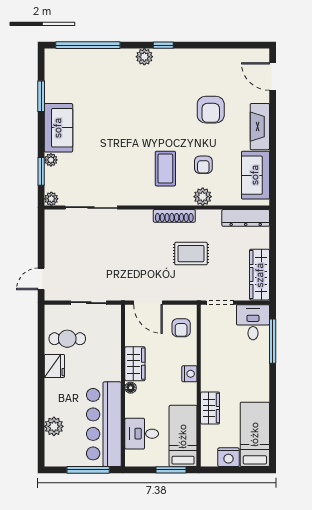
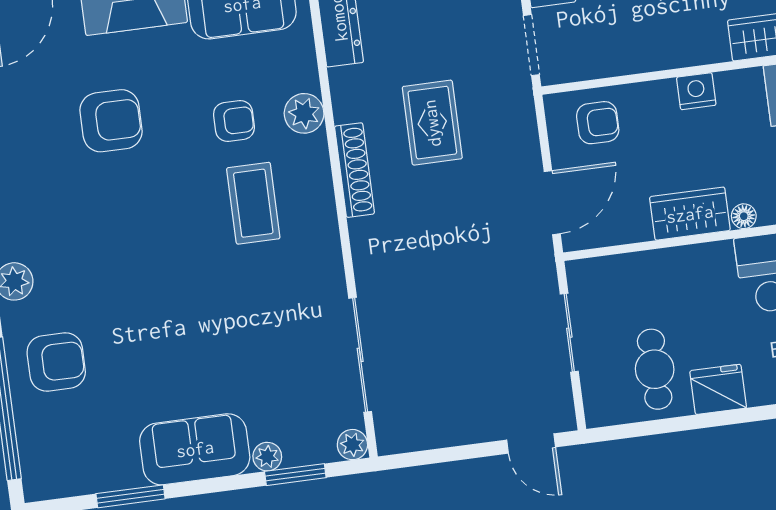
armchair: (106, 71) -> (56, 362), added
coffee table: (165, 169) -> (253, 203), turned 90

